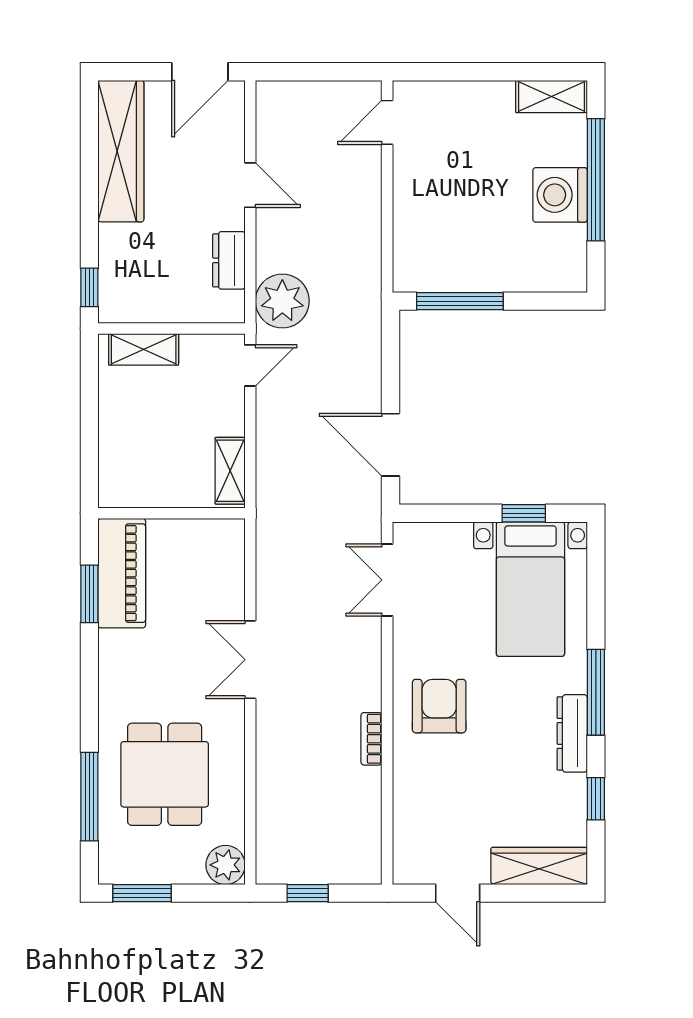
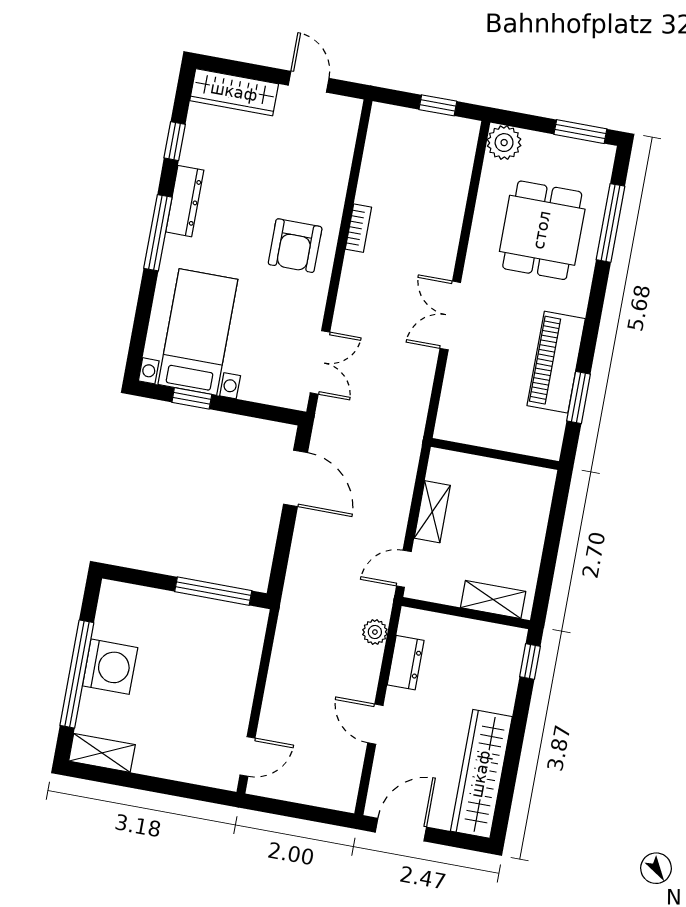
plant: (282, 301) -> (375, 632), width x0.53, depth x0.53
shelving: (230, 471) -> (432, 512), moved
piano: (122, 573) -> (556, 362), moved
double door: (250, 660) -> (450, 315), swing flipped

